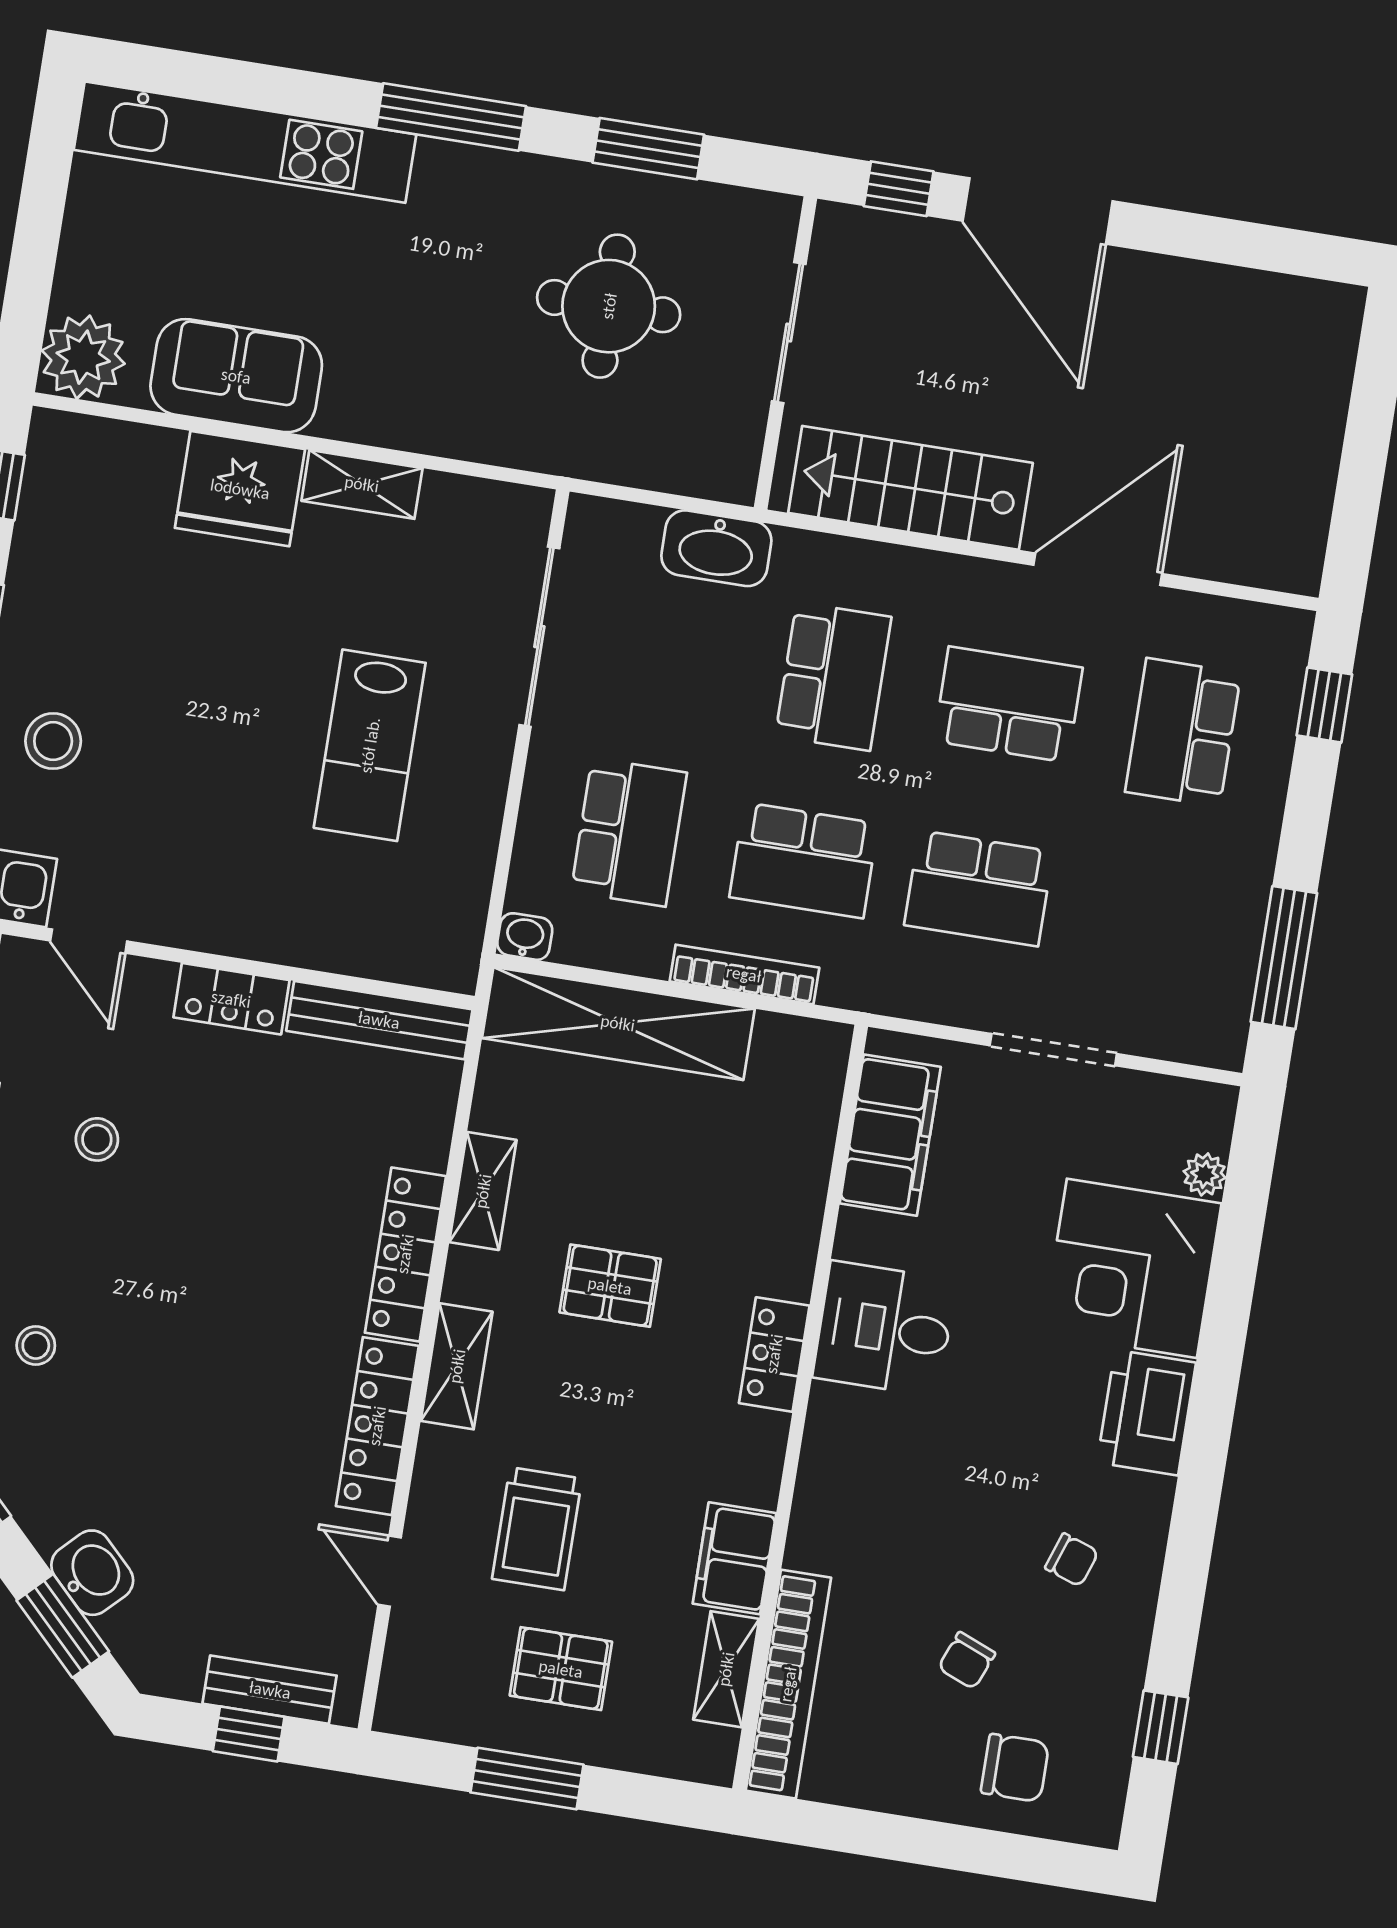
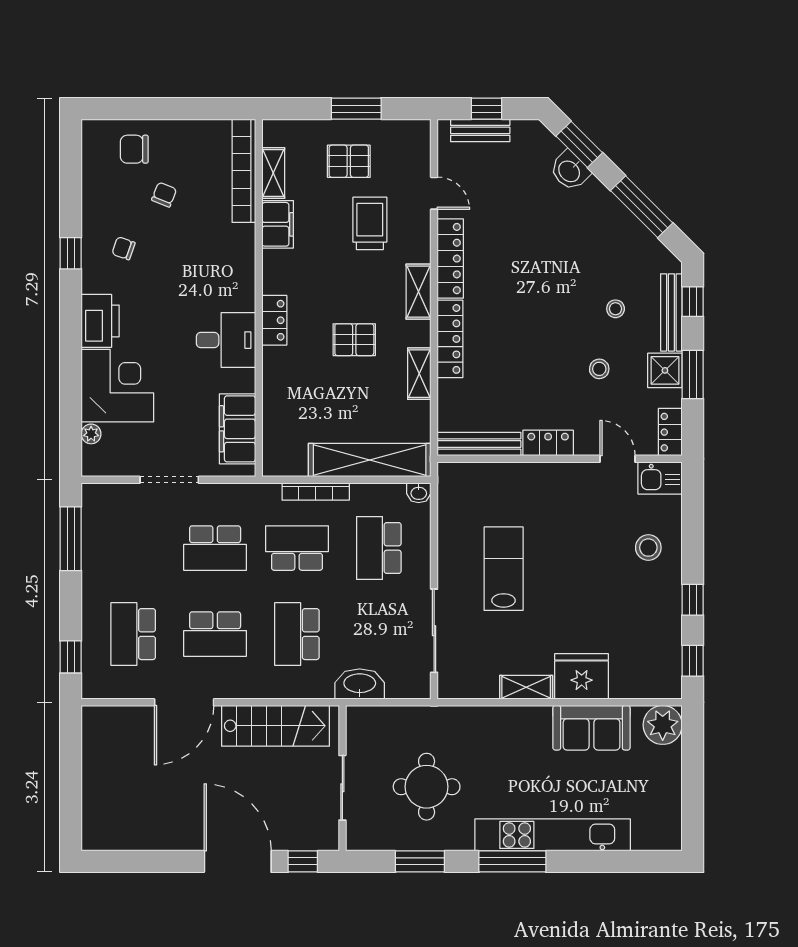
kitchen unit: (245, 142) -> (553, 835), moved
school desk: (1183, 732) -> (133, 634), turned 180
school desk: (979, 888) -> (215, 548), turned 180
stool: (36, 1346) -> (616, 309), moved
window: (1161, 1727) -> (71, 253), moved

